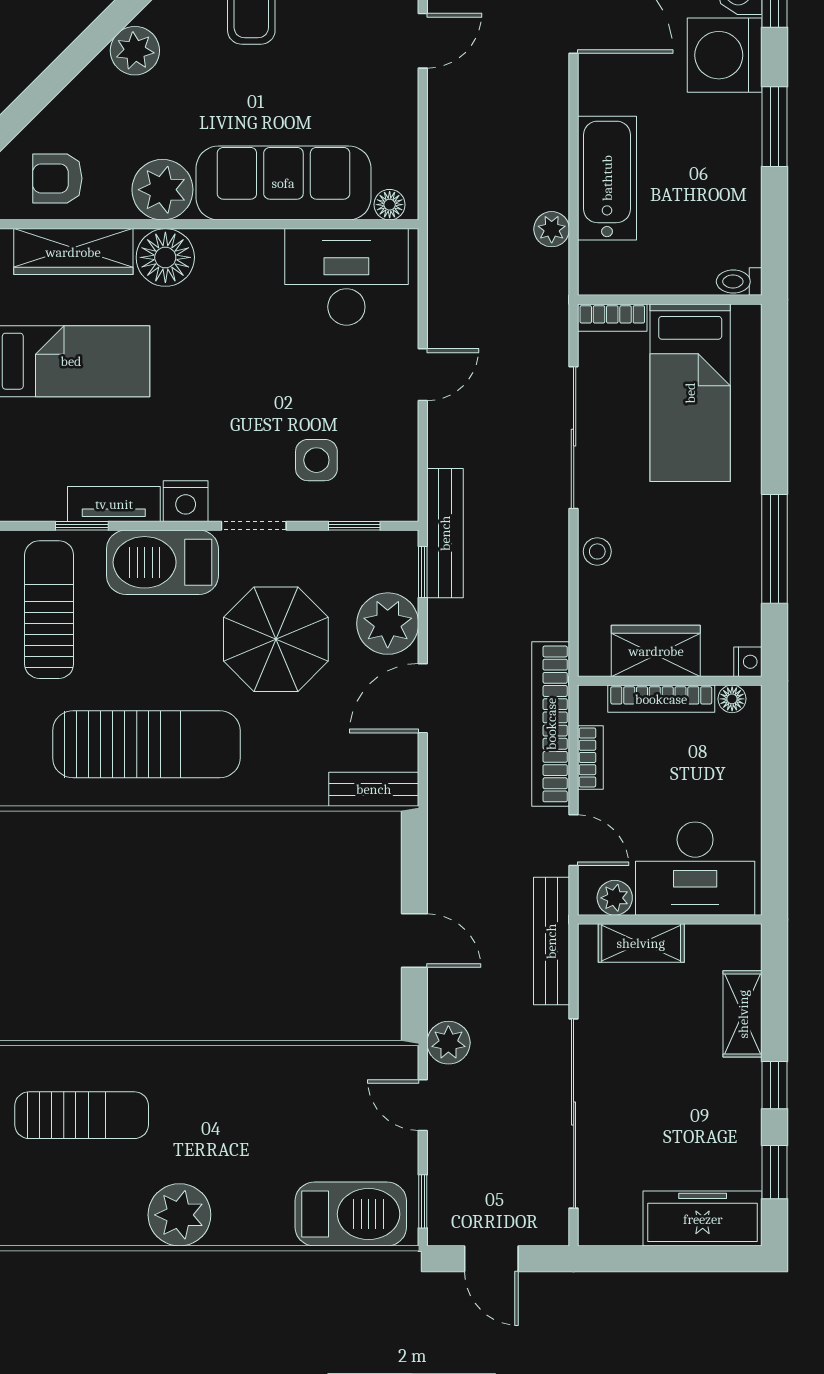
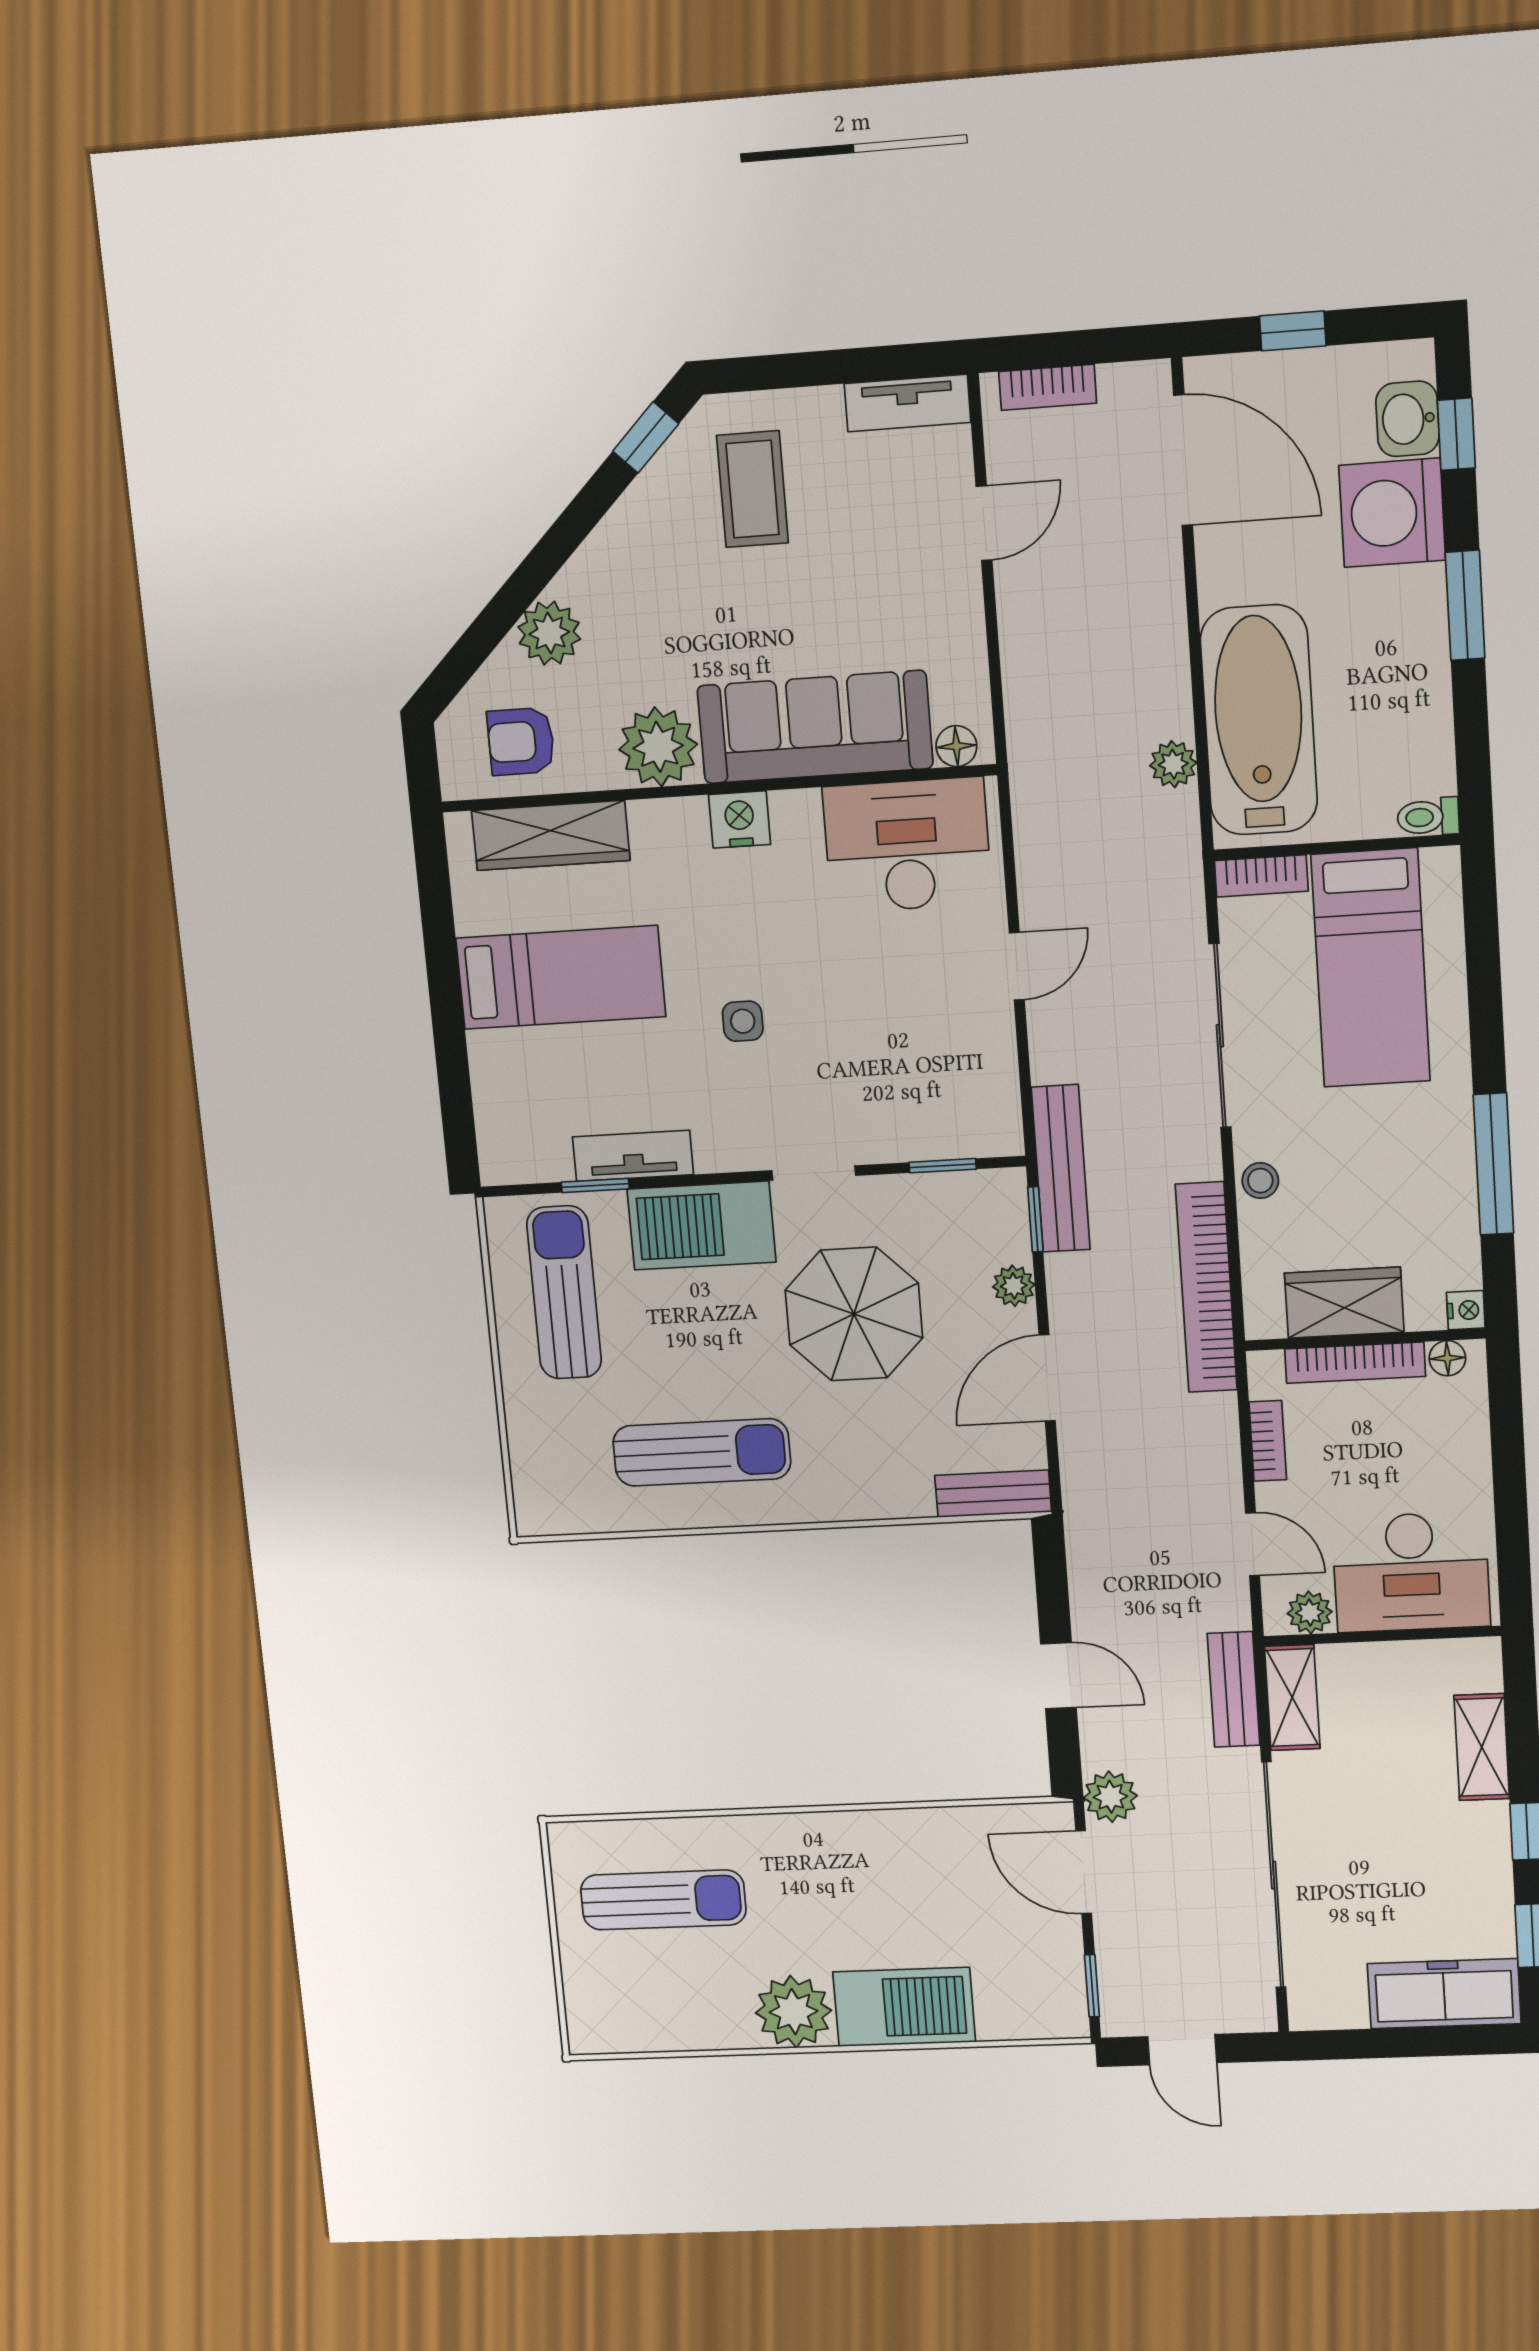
plant: (135, 51) -> (549, 633), moved
bathtub: (607, 178) -> (1259, 720), width x1.36, depth x1.36
floor lamp: (165, 257) -> (670, 835), removed
side table: (316, 460) -> (743, 1021), moved, width x0.73, depth x0.73
nightstand: (186, 501) -> (740, 819), moved, turned 180
plant: (388, 624) -> (1014, 1286), width x0.53, depth x0.53
bookcase: (551, 724) -> (1206, 1287), moved
sun lounger: (146, 744) -> (702, 1452), width x0.73, depth x0.75
bench: (551, 941) -> (1234, 1689), width x0.73
shelving: (641, 943) -> (1292, 1698), moved, turned 90
door: (423, 1105) -> (1084, 1872), width x1.37
barbecue: (351, 1214) -> (904, 2007), moved

